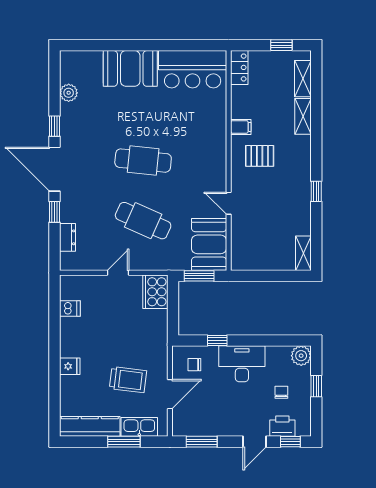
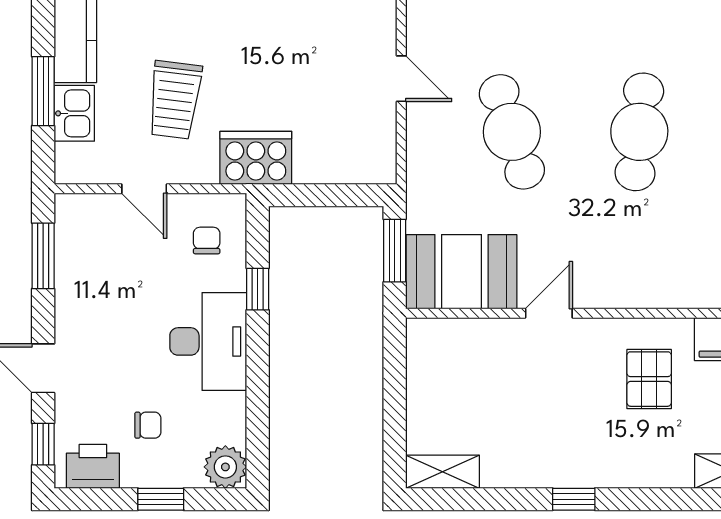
cafe table: (143, 221) -> (512, 132), turned -42
cooker: (155, 292) -> (256, 158), moved
door: (170, 394) -> (144, 189), width x0.73
printer: (282, 426) -> (93, 466), moved, turned -90
kitchen sink: (139, 427) -> (74, 113), width x0.73

